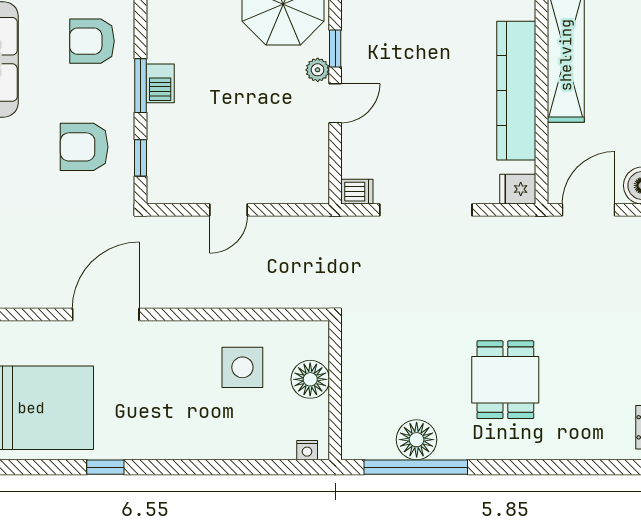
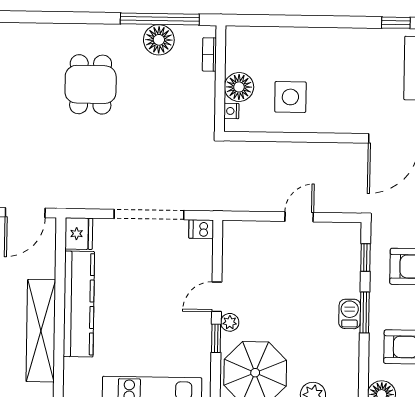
fridge: (518, 189) -> (79, 234), width x1.38
bookcase: (350, 421) -> (209, 54), added
nightstand: (307, 450) -> (231, 111), moved, turned -90

